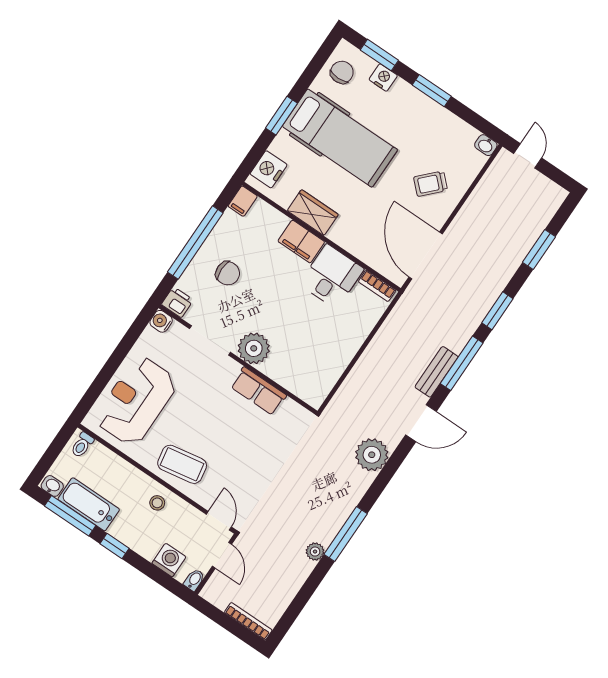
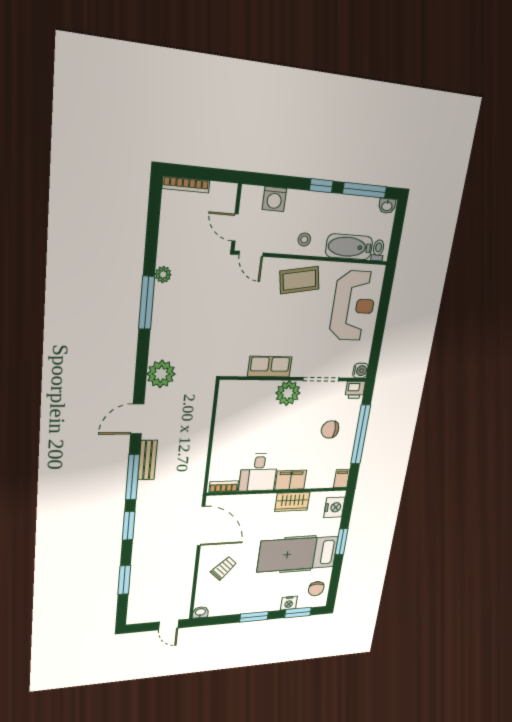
bathtub: (89, 504) -> (349, 247), moved, turned 180
bidet: (194, 580) -> (247, 194), removed

